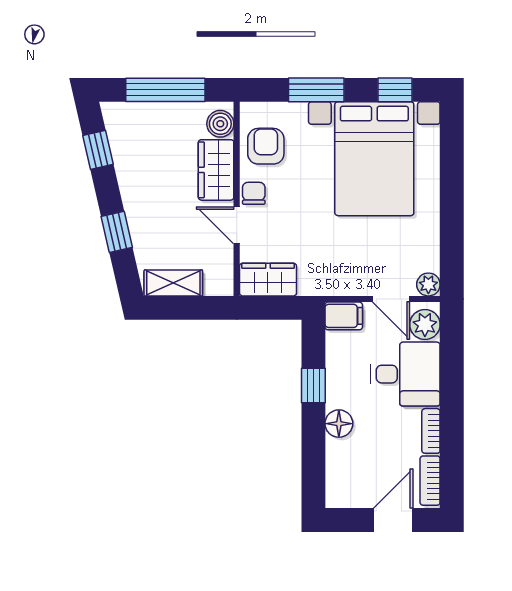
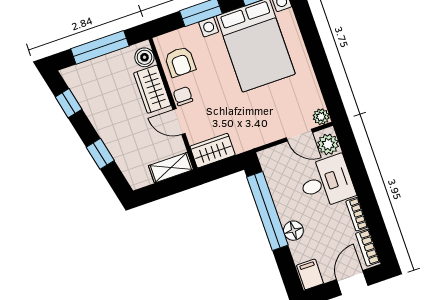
armchair: (266, 146) -> (180, 62), turned 180
shelving: (173, 283) -> (171, 168), moved
filing cabinet: (344, 316) -> (310, 274), moved, turned -90
window: (313, 385) -> (267, 211), width x3.17

